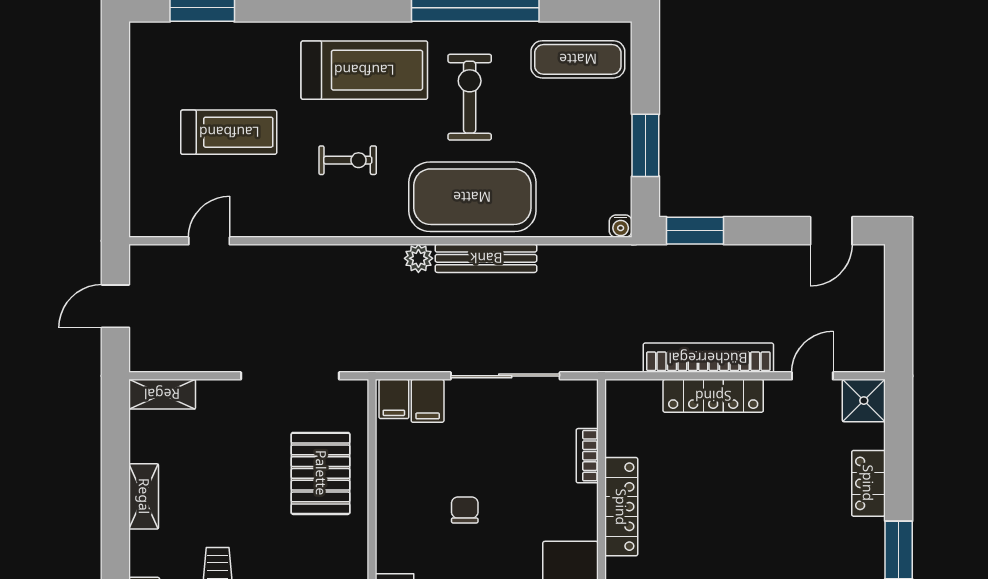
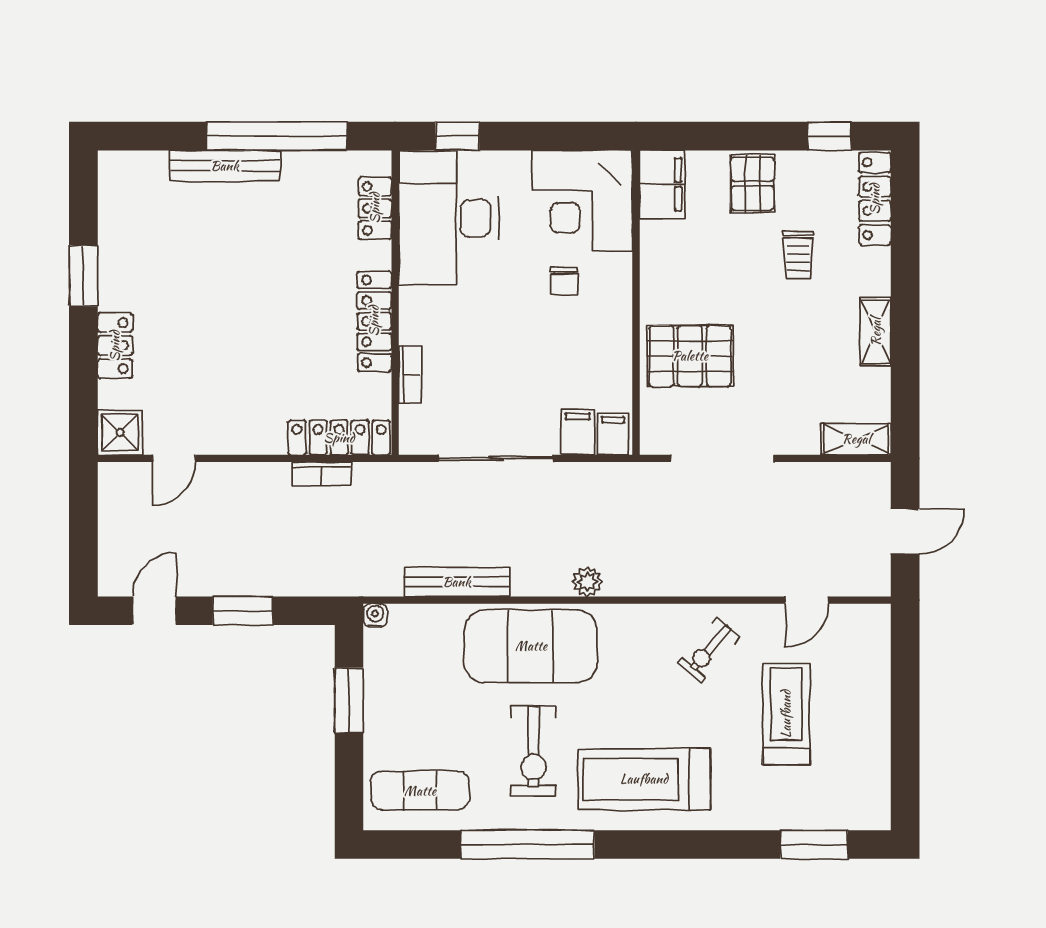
treadmill: (229, 132) -> (786, 714), turned 90
exercise bike: (348, 160) -> (709, 650), moved, turned -49
window: (695, 231) -> (243, 611), moved
bench: (486, 258) -> (457, 582), moved
bookcase: (708, 358) -> (322, 474), width x0.43, depth x0.76
locker: (713, 396) -> (339, 438), moved
pallet: (321, 473) -> (690, 356), turned 90
chair: (465, 510) -> (564, 281), moved

